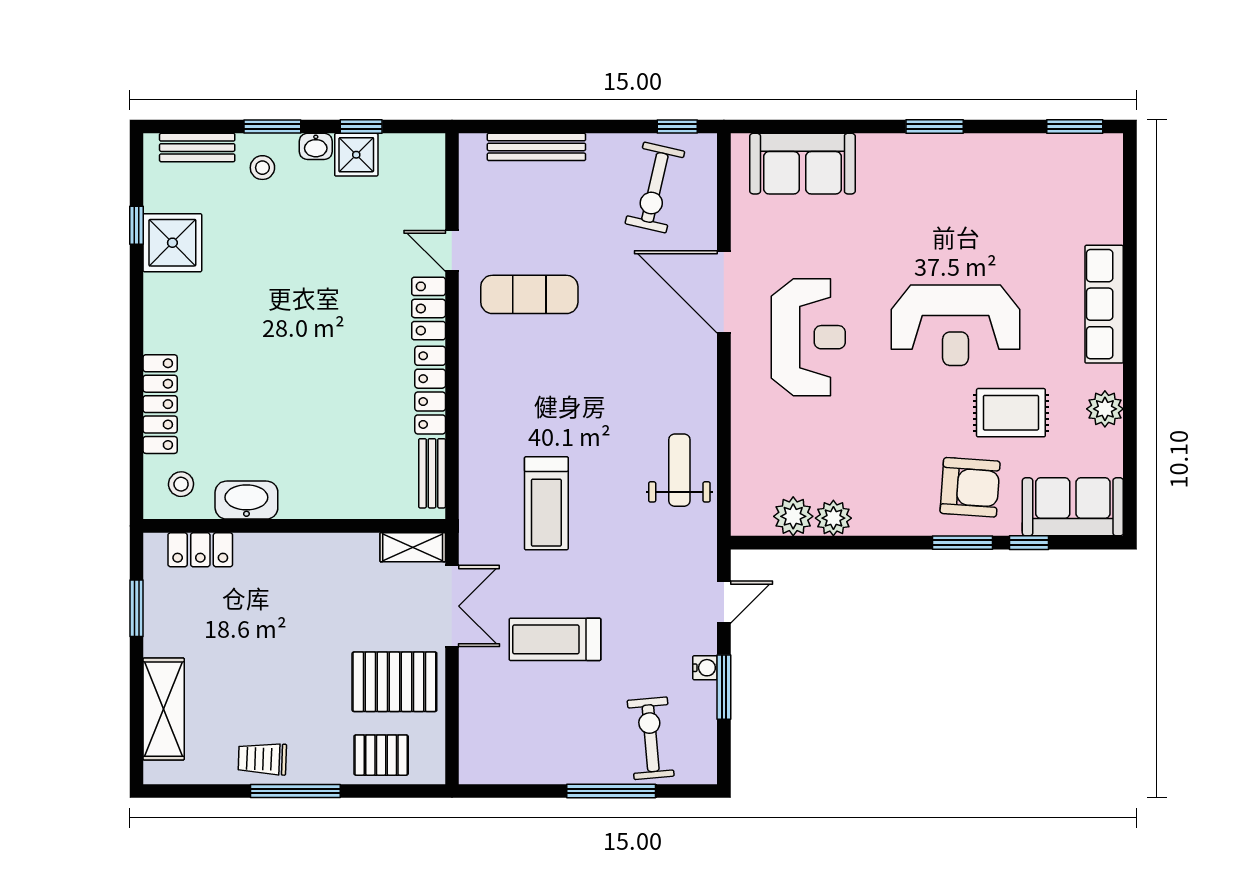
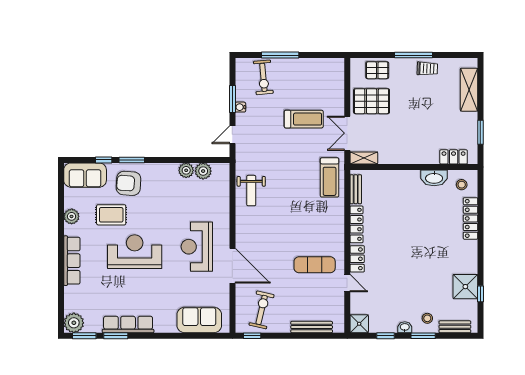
window: (935, 126) -> (116, 336), moved
row of seats: (971, 153) -> (128, 325), added
shower: (356, 155) -> (359, 324), moved
plant: (1099, 157) -> (74, 323), added
treadmill: (546, 503) -> (330, 177), moved, turned 180

